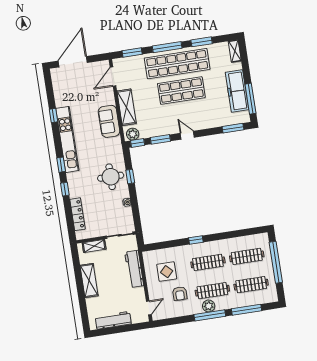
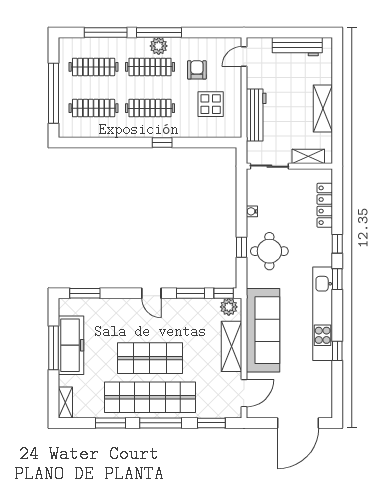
window: (250, 99) -> (54, 348), moved
sofa: (109, 121) -> (263, 330), width x1.85, depth x1.27

